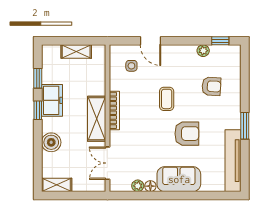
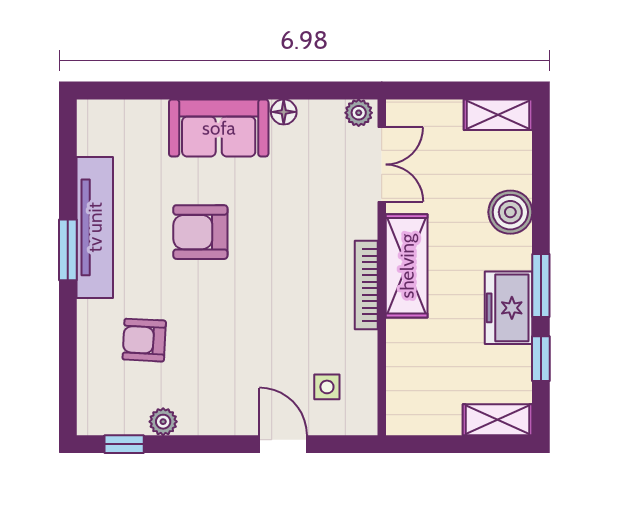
shelving: (76, 51) -> (497, 420), moved
coffee table: (167, 99) -> (247, 311), removed
window: (38, 110) -> (541, 285), width x1.50
tv unit: (233, 161) -> (95, 227), moved
plant: (138, 186) -> (359, 113), moved

